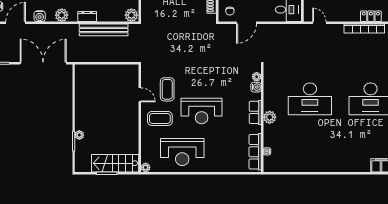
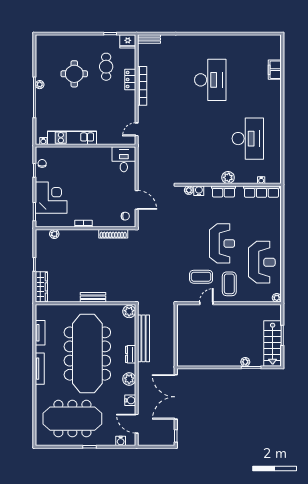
desk: (310, 99) -> (248, 139), moved
stairs: (115, 163) -> (273, 343), moved

